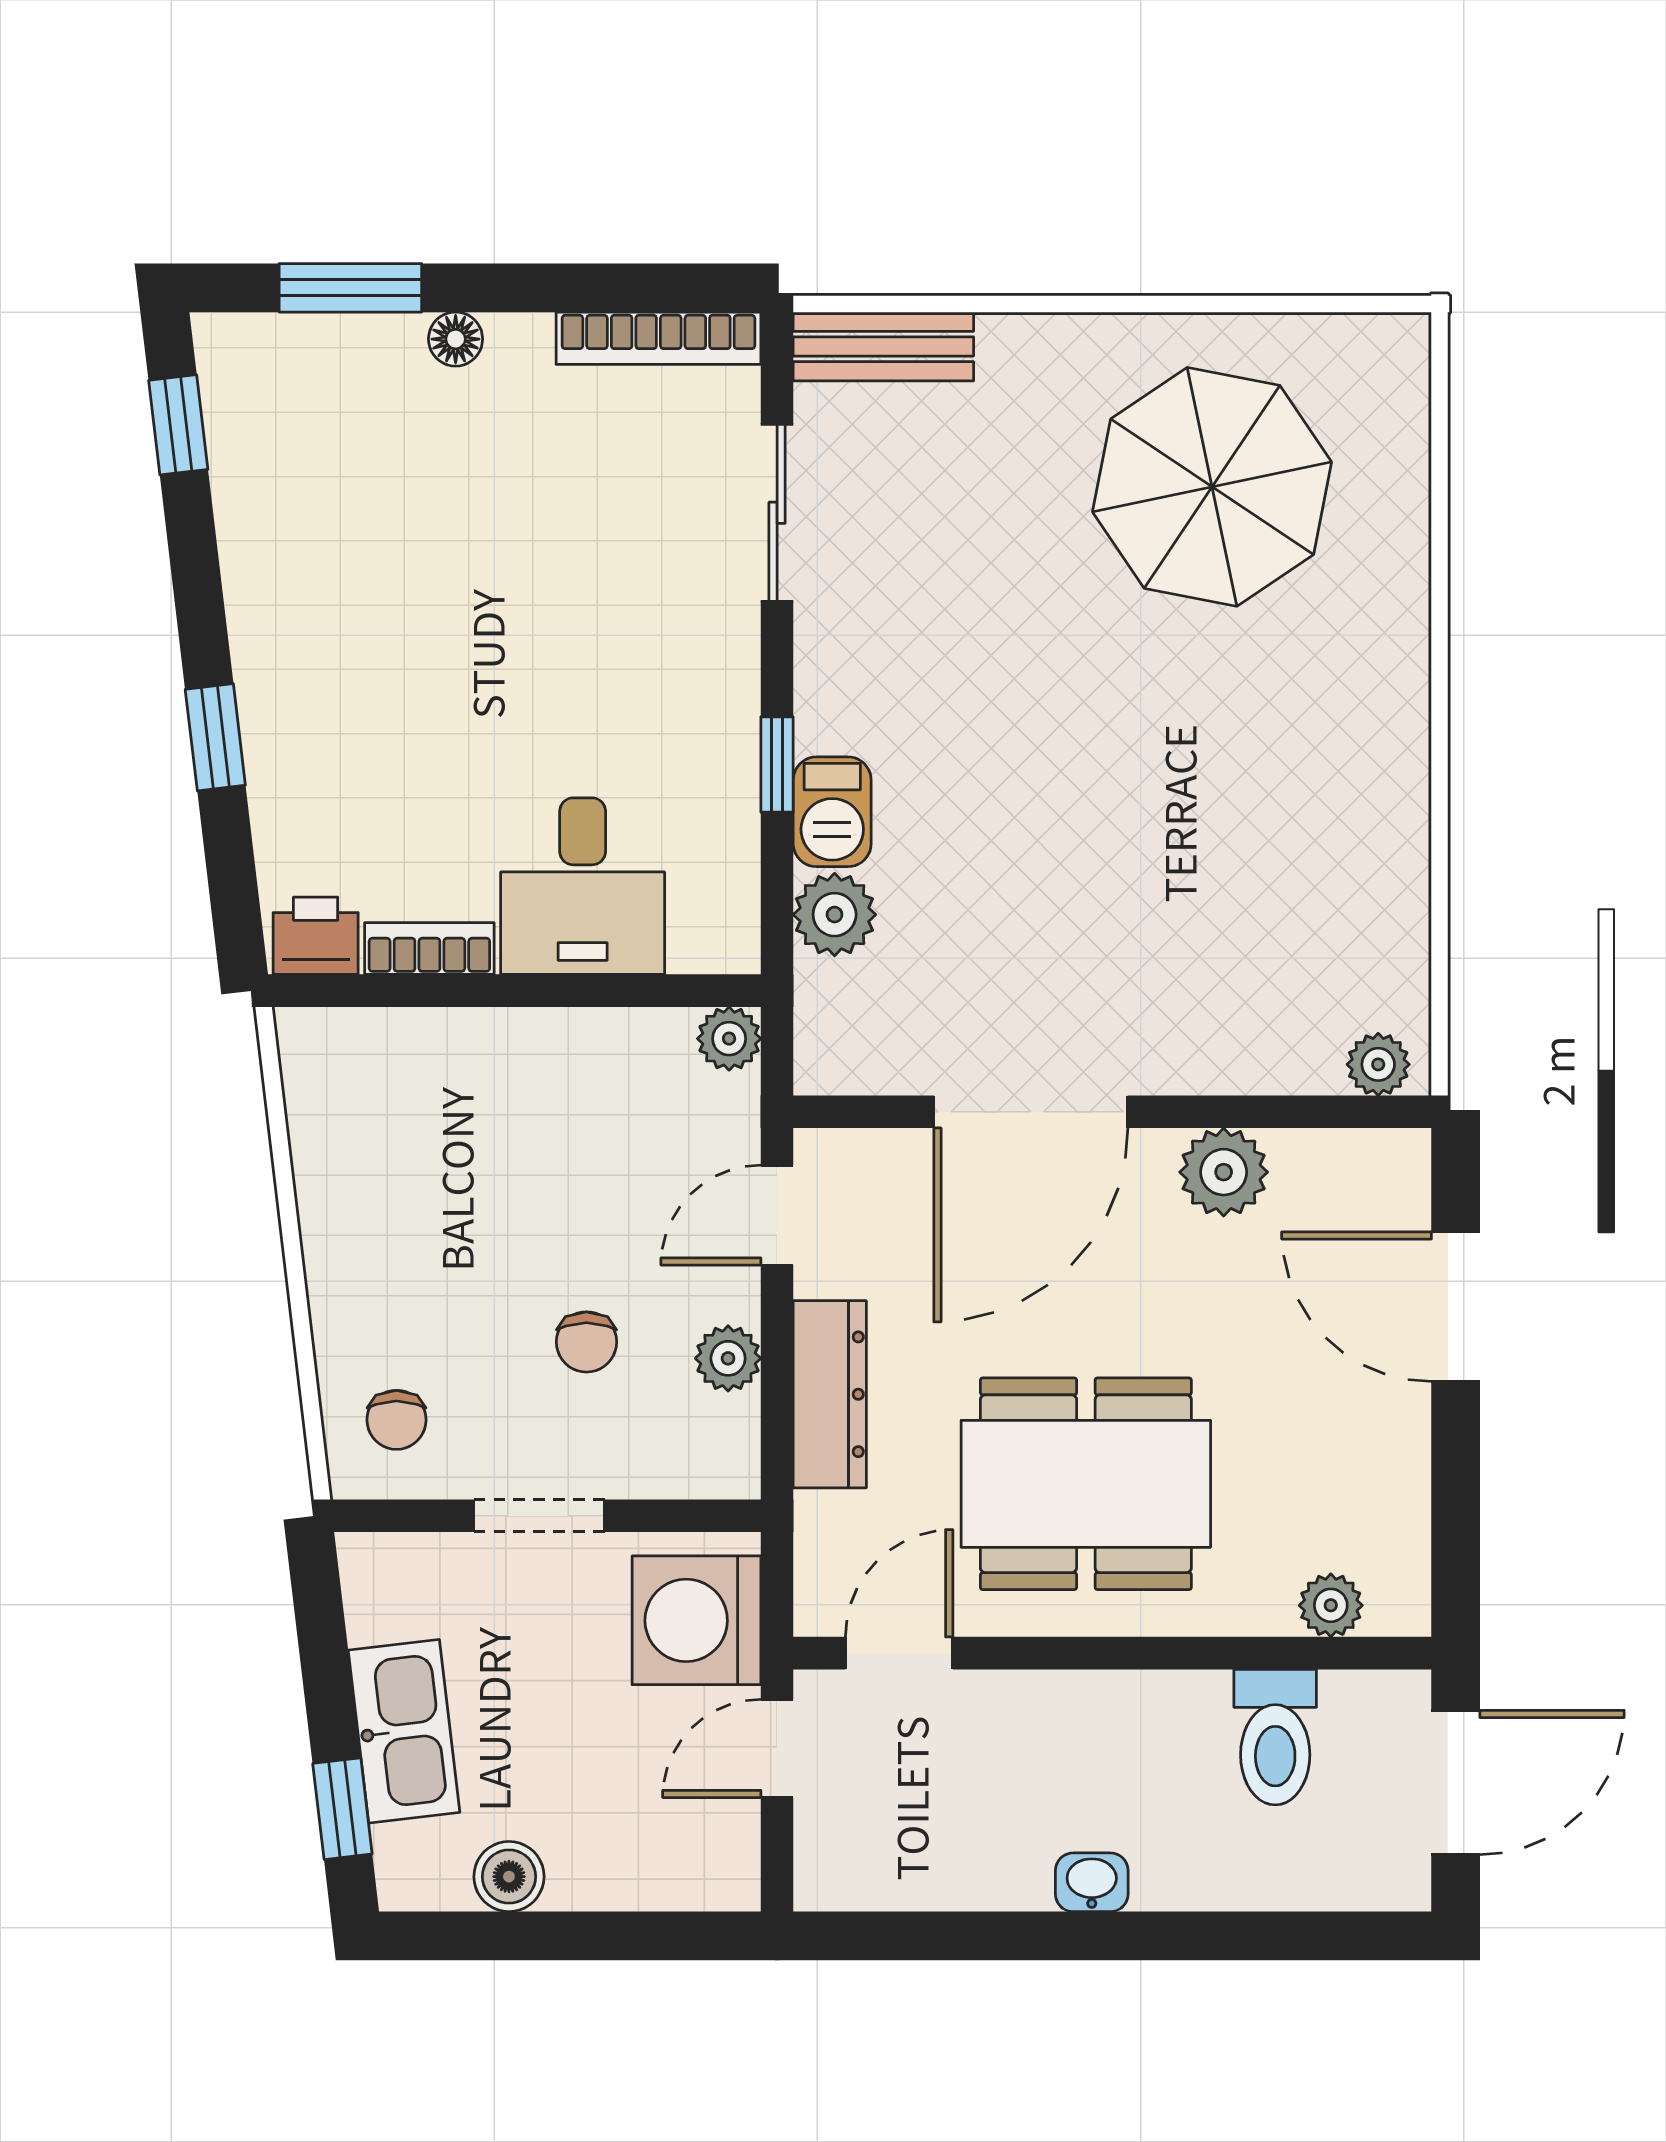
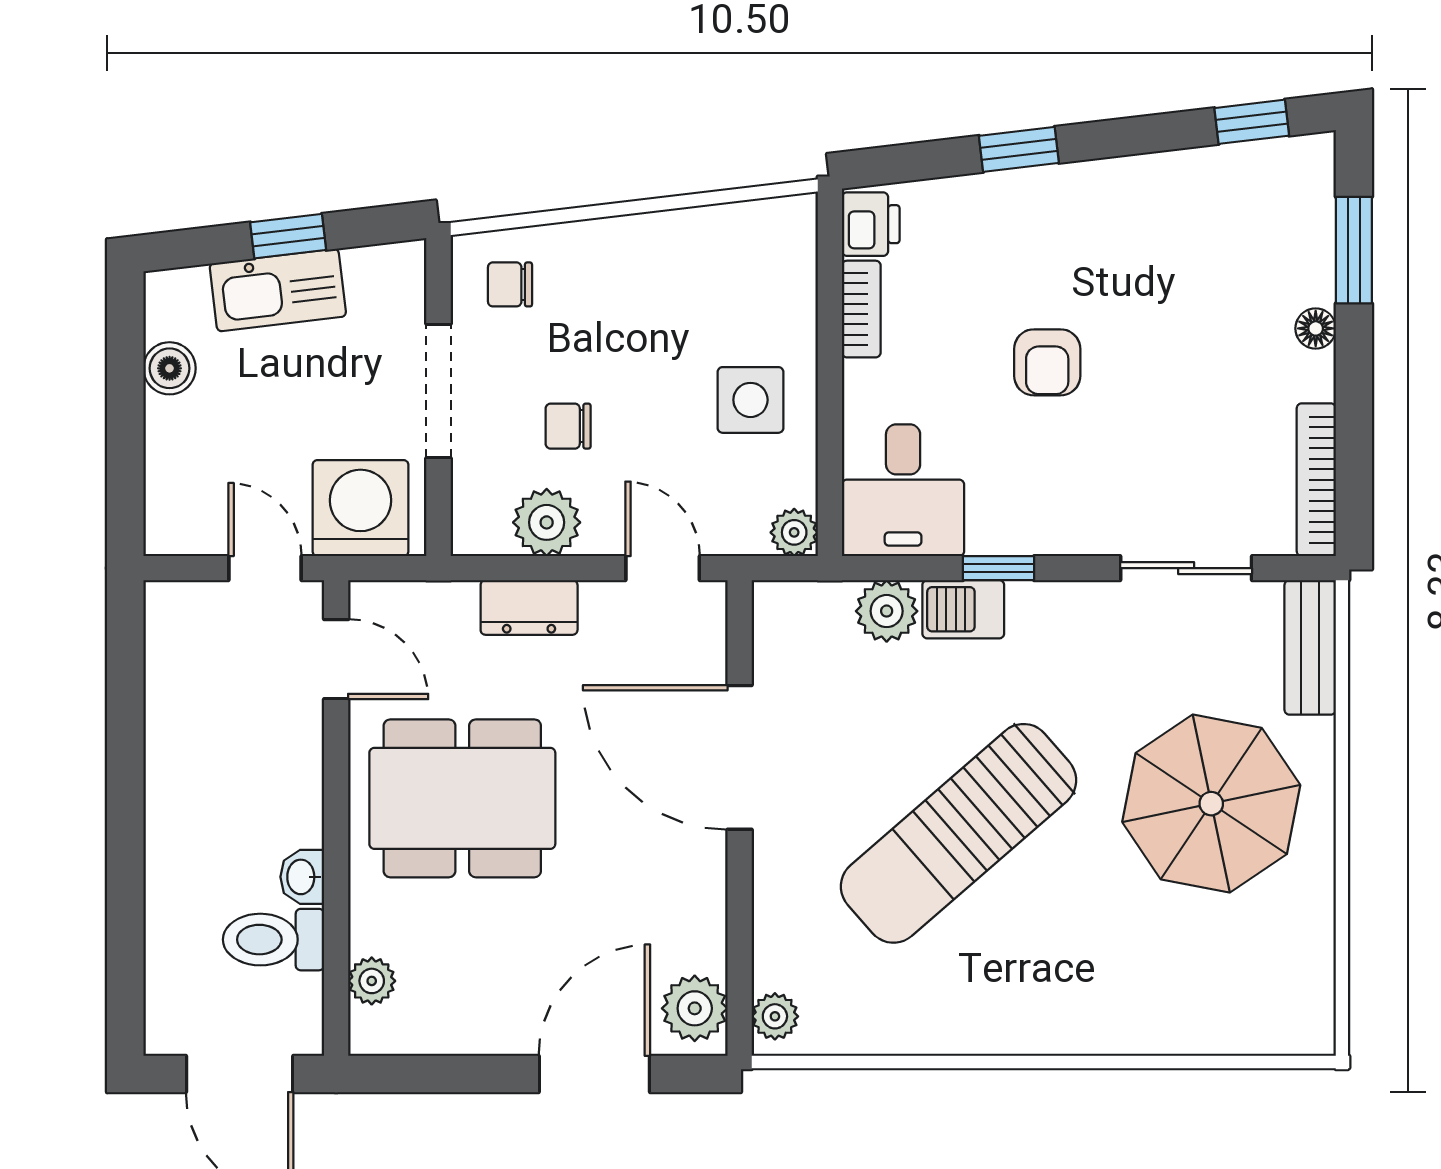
parasol: (1212, 487) -> (1211, 804), moved
armchair: (501, 699) -> (1047, 362), added
sun lounger: (1133, 818) -> (959, 833), added
desk: (583, 886) -> (903, 490), moved, turned -90
side table: (551, 1097) -> (750, 400), added
plant: (1224, 1172) -> (695, 1008), moved
plant: (728, 1358) -> (547, 522), width x1.38, depth x1.38
dresser: (830, 1394) -> (529, 607), width x0.70
dining table: (1086, 1484) -> (462, 798), turned 90
doorway: (539, 1516) -> (438, 391), width x1.38
window: (342, 1809) -> (288, 236), moved
washbasin: (1092, 1882) -> (302, 877), moved, turned 180

